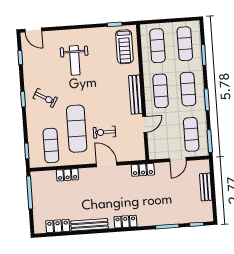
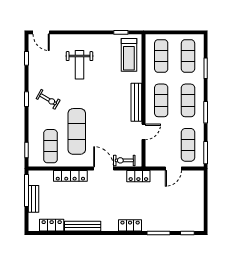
exercise bike: (104, 132) -> (124, 160), moved
locker: (67, 175) -> (70, 176), width x1.53
bench: (206, 187) -> (33, 199), moved
locker: (125, 222) -> (130, 225), moved

